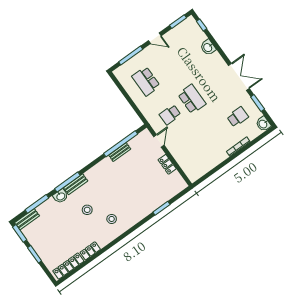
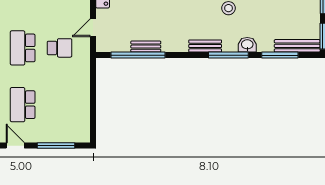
school desk: (146, 81) -> (23, 105), moved, turned 180
bench: (76, 184) -> (205, 46), moved
bench: (27, 219) -> (297, 46), width x1.36

